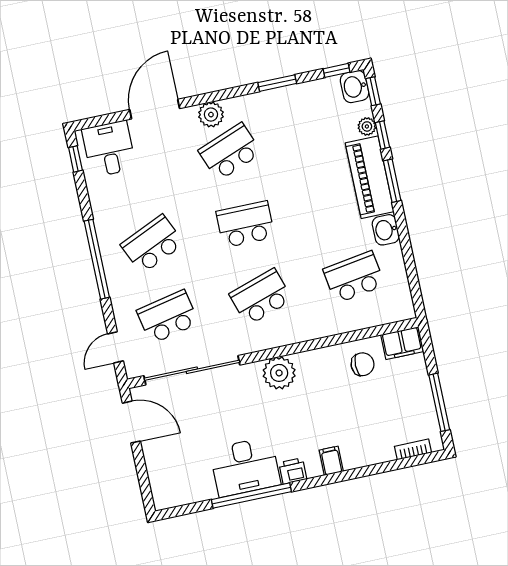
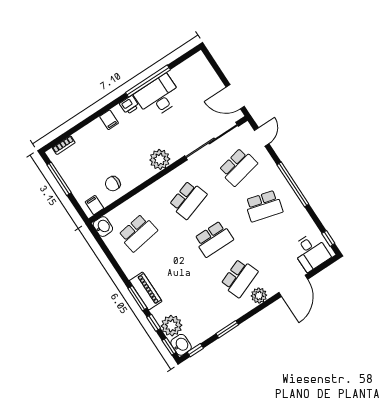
plant: (367, 126) -> (172, 326), width x1.87, depth x1.87
piano: (370, 177) -> (146, 291), width x0.73, depth x0.75
washbasin: (386, 230) -> (103, 227), moved
school desk: (152, 244) -> (264, 206), turned 39
filing cabinet: (402, 343) -> (94, 205), width x0.50

